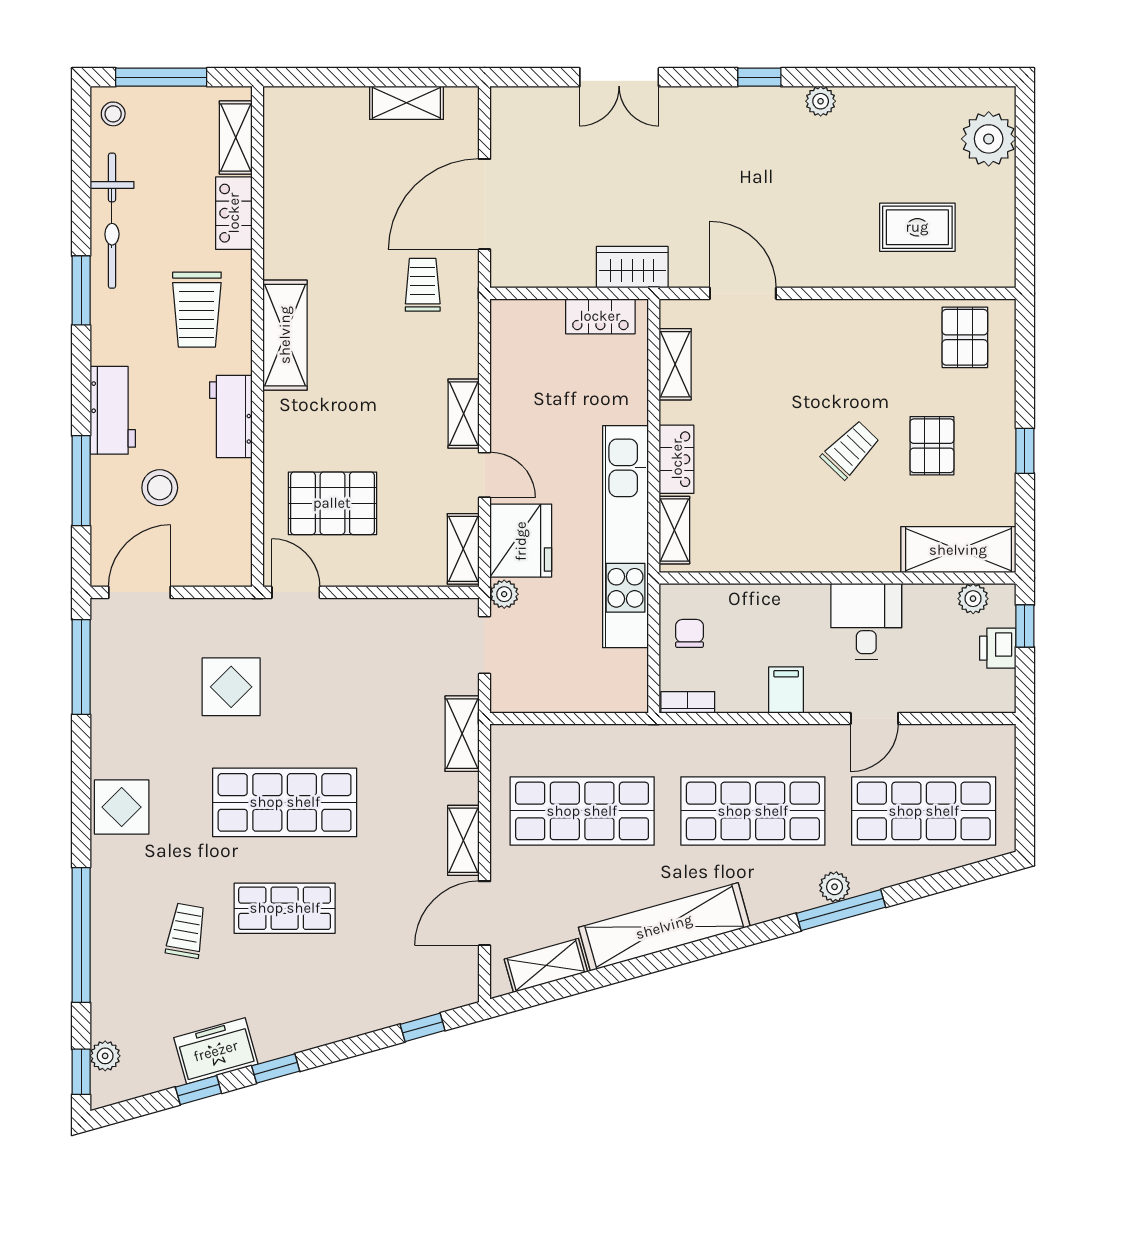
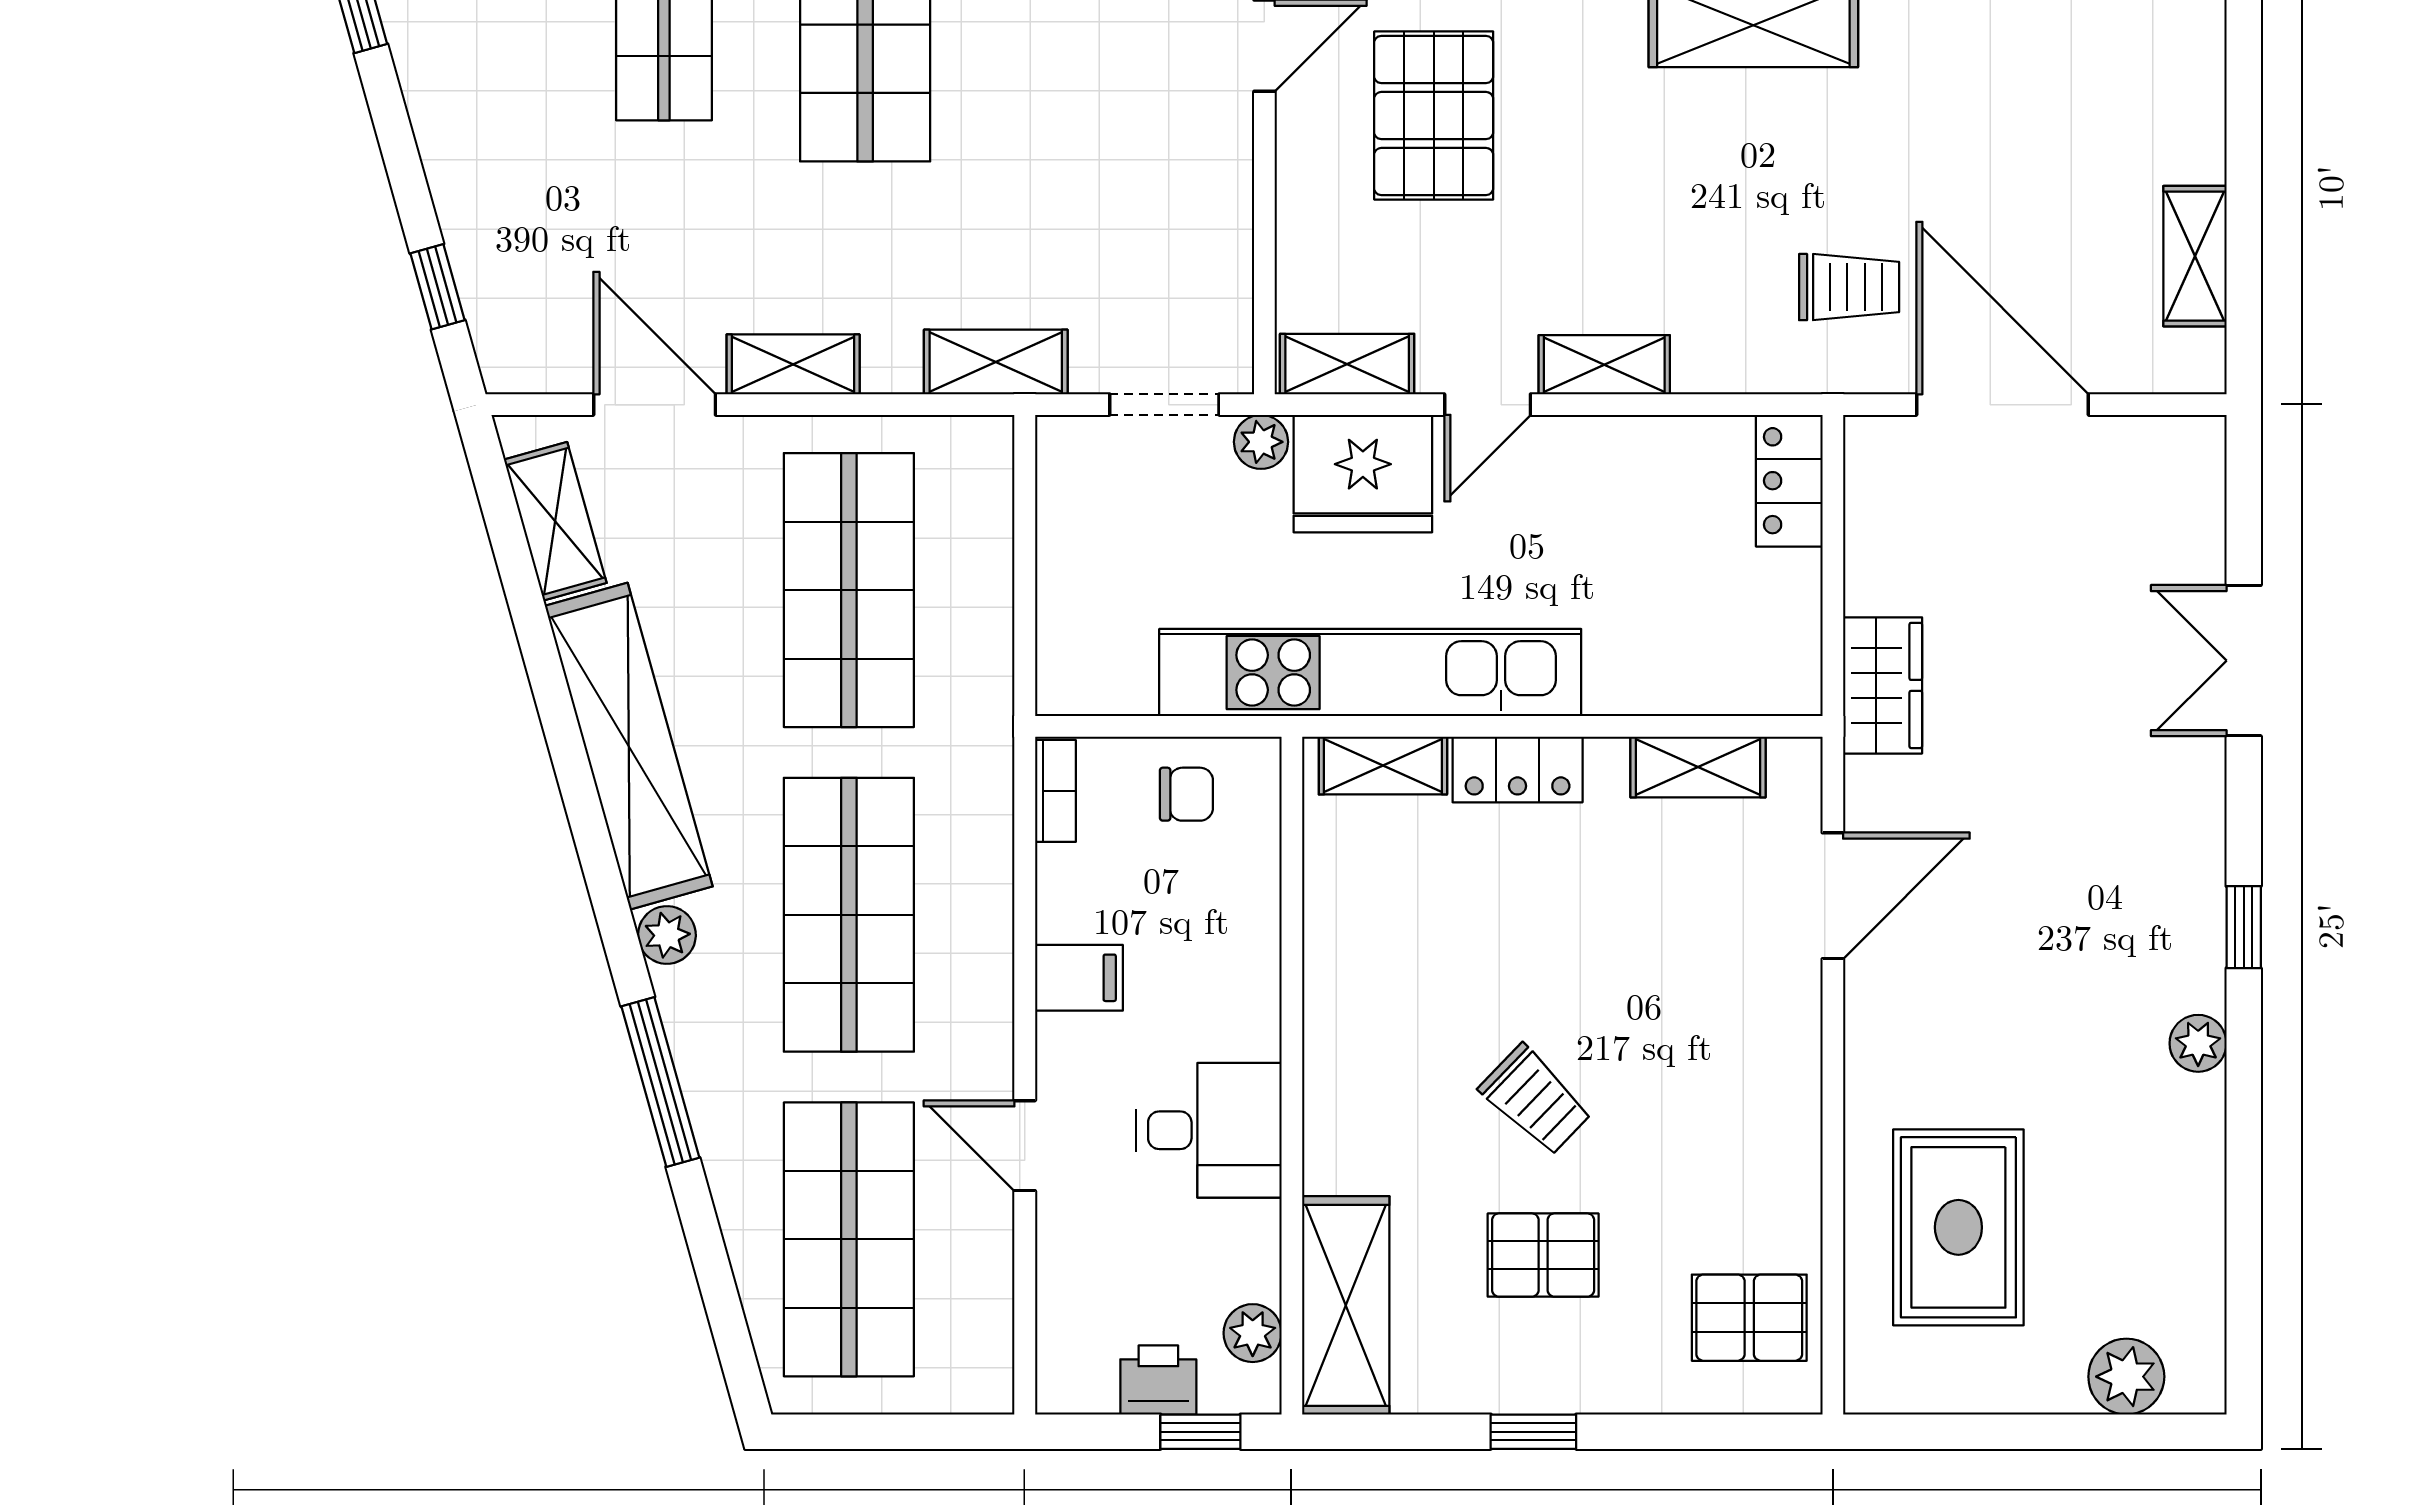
plant: (989, 139) -> (2126, 1377), width x0.73, depth x0.73
rug: (917, 227) -> (1958, 1227), width x1.36, depth x1.43
locker: (600, 316) -> (1789, 481), moved
plant: (835, 887) -> (667, 935), moved

